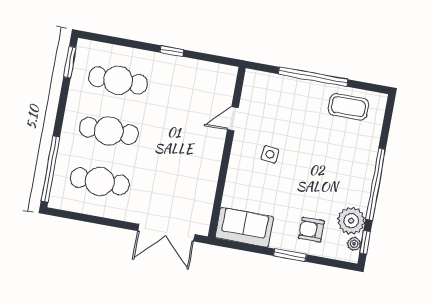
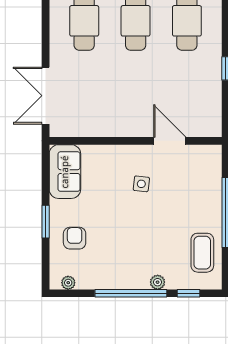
door: (233, 119) -> (170, 141), width x1.38
plant: (351, 221) -> (158, 282), moved, width x0.53, depth x0.53
window: (365, 242) -> (188, 293), moved

